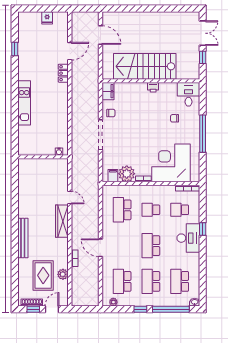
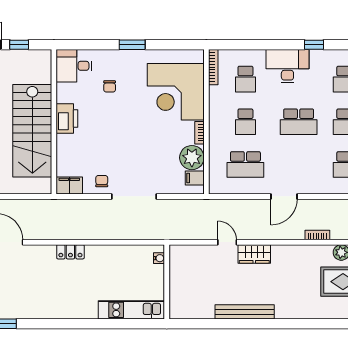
locker: (63, 73) -> (70, 252), moved
printer: (153, 87) -> (67, 118), width x1.87, depth x1.48
kitchen unit: (24, 103) -> (131, 310), moved
window: (203, 134) -> (132, 45), width x0.47
door: (70, 197) -> (227, 242), hinge flipped
wardrobe: (62, 221) -> (254, 254), width x0.67
window: (203, 229) -> (314, 45), moved
bench: (23, 238) -> (245, 312), moved
door: (101, 248) -> (284, 196), moved

